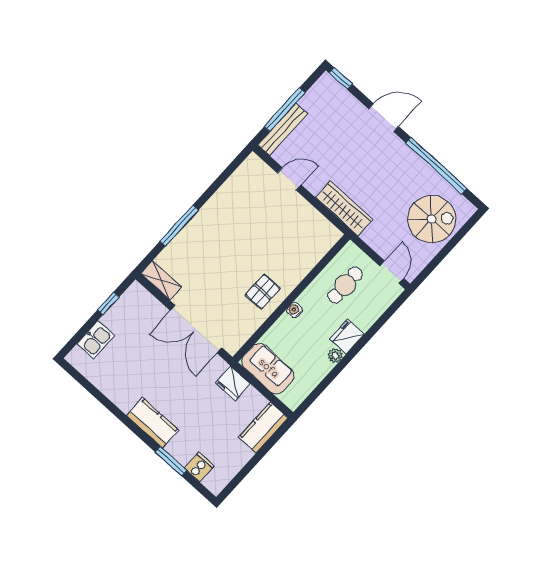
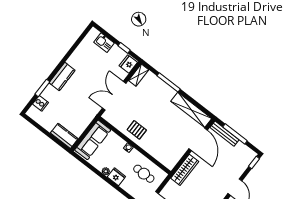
door: (289, 179) -> (198, 139), width x1.87
shelving: (234, 188) -> (191, 110), added
sofa: (268, 369) -> (93, 140), width x1.36
fridge: (233, 383) -> (128, 64), moved

